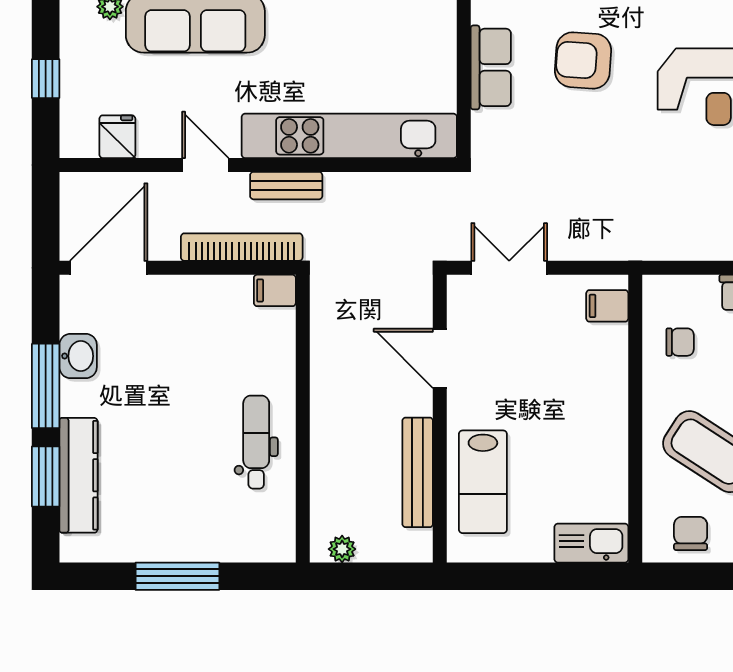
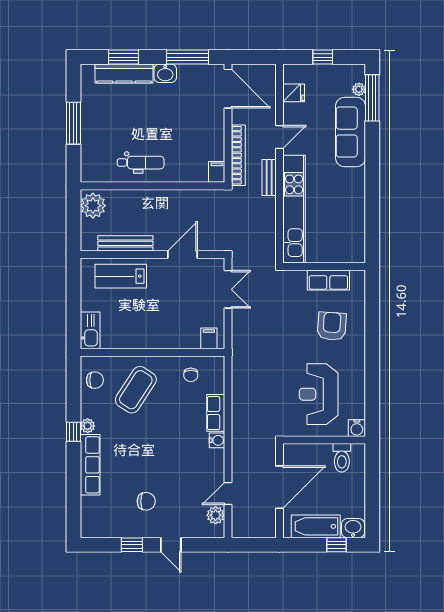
washbasin: (78, 356) -> (165, 73), moved
window: (46, 386) -> (188, 57), moved
plant: (342, 549) -> (93, 206), width x1.88, depth x1.88

